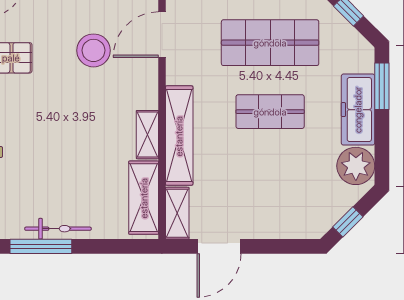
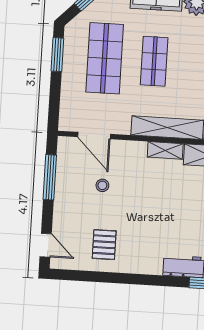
stool: (94, 50) -> (102, 185), width x0.53, depth x0.53

